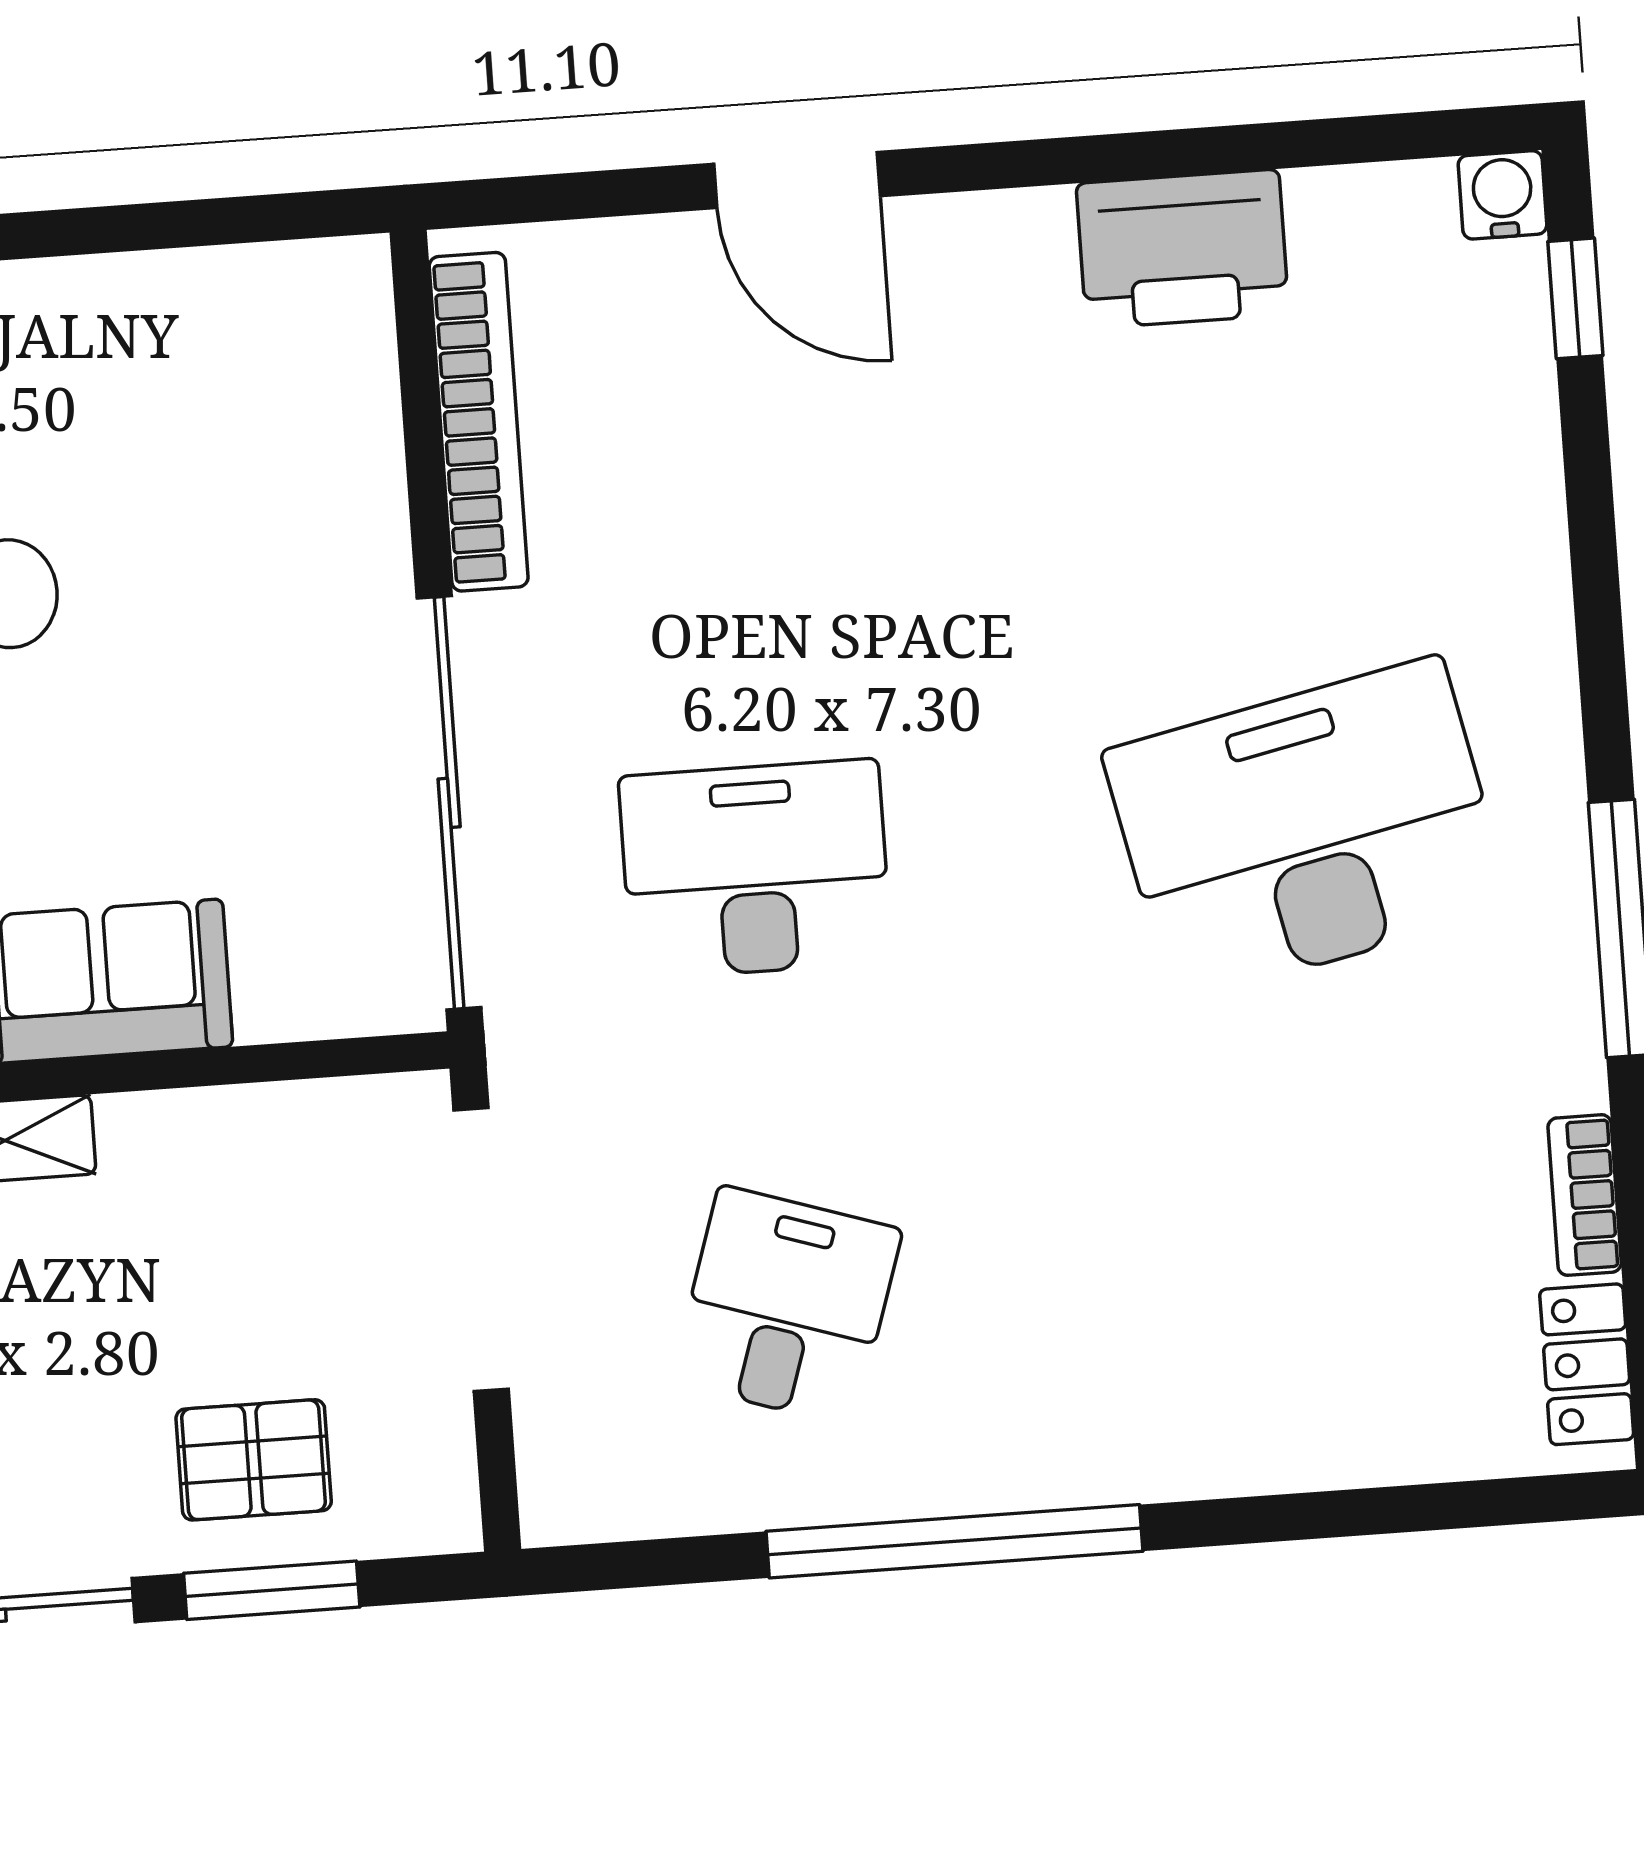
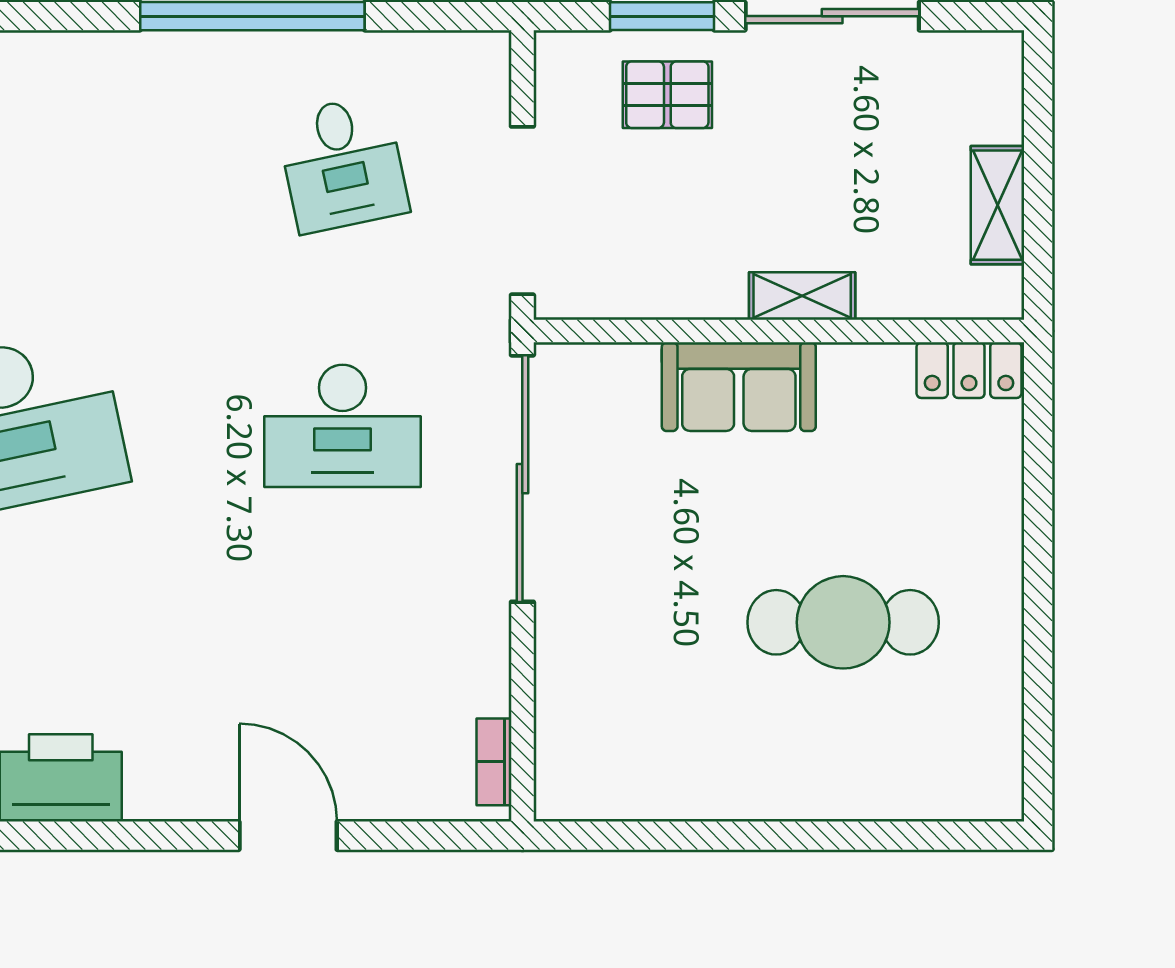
bookcase: (479, 422) -> (494, 762), width x0.43, depth x0.76
desk: (787, 1306) -> (342, 164), turned -30

